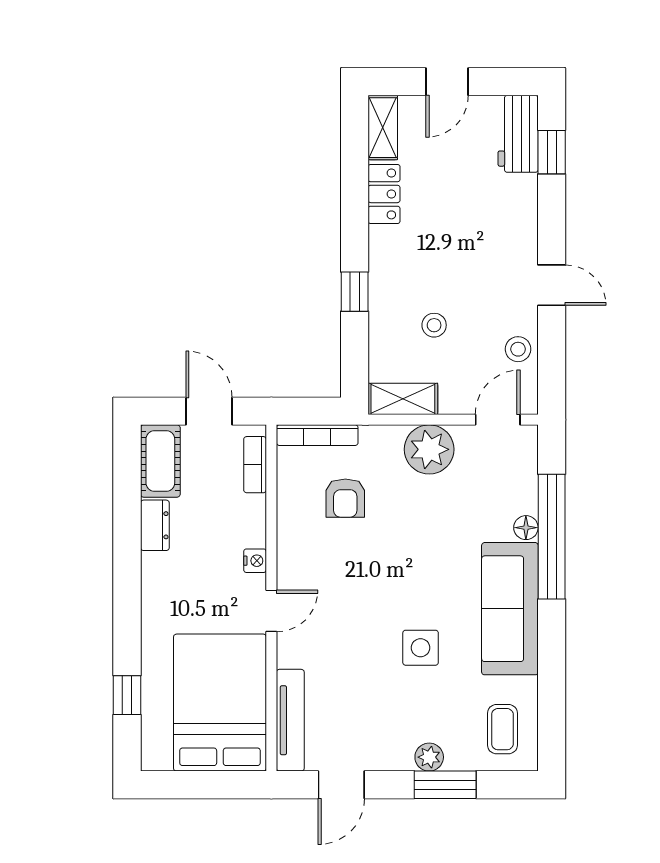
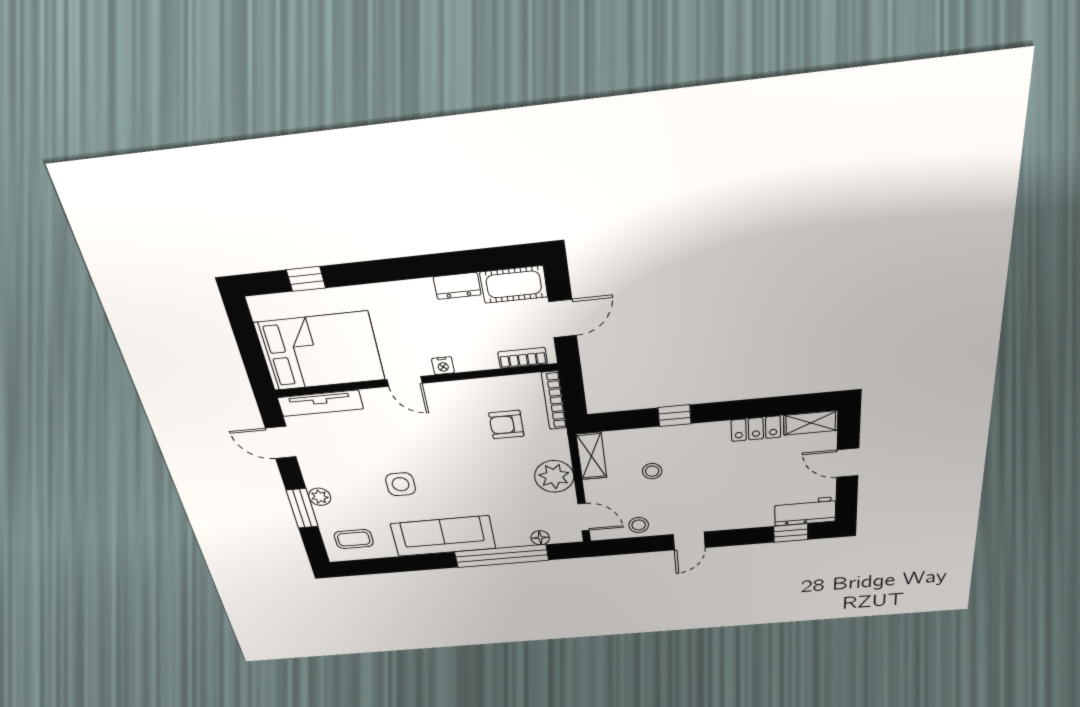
floor lamp: (526, 528) -> (540, 538), moved

